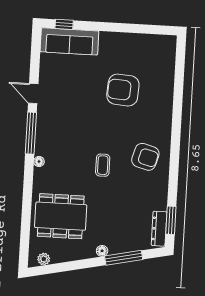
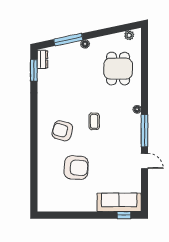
armchair: (145, 157) -> (62, 131), moved
coffee table: (103, 165) -> (94, 121), moved
dining table: (61, 216) -> (118, 69), width x0.73
dresser: (159, 229) -> (42, 59), width x0.70

